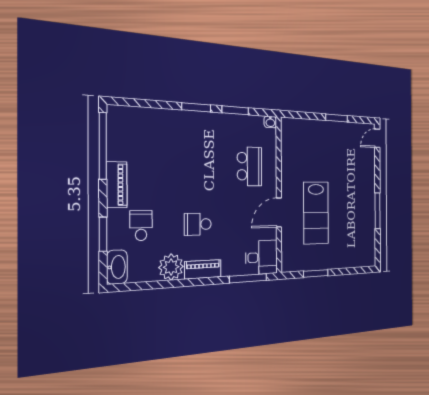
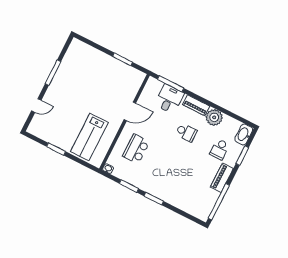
door: (377, 138) -> (36, 105), moved
lab bench: (316, 213) -> (89, 137), moved, turned 180
desk: (261, 257) -> (169, 99), moved, turned 90

